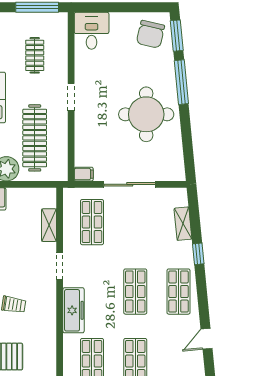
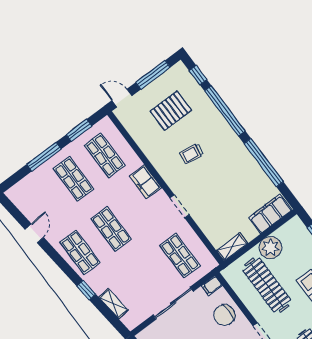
chair: (92, 140) -> (224, 315), added
shelving: (49, 225) -> (232, 247), moved, turned 90
freezer: (73, 310) -> (146, 182), width x0.71

